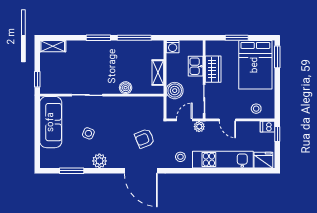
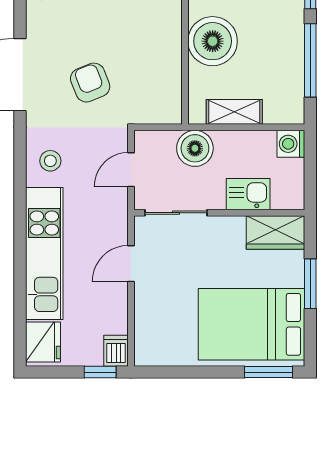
wardrobe: (213, 69) -> (275, 232), moved
boiler: (126, 88) -> (213, 41), width x1.86, depth x1.86
stool: (256, 109) -> (156, 326), removed
door: (184, 120) -> (131, 170), swing flipped
plant: (199, 127) -> (116, 202), removed

